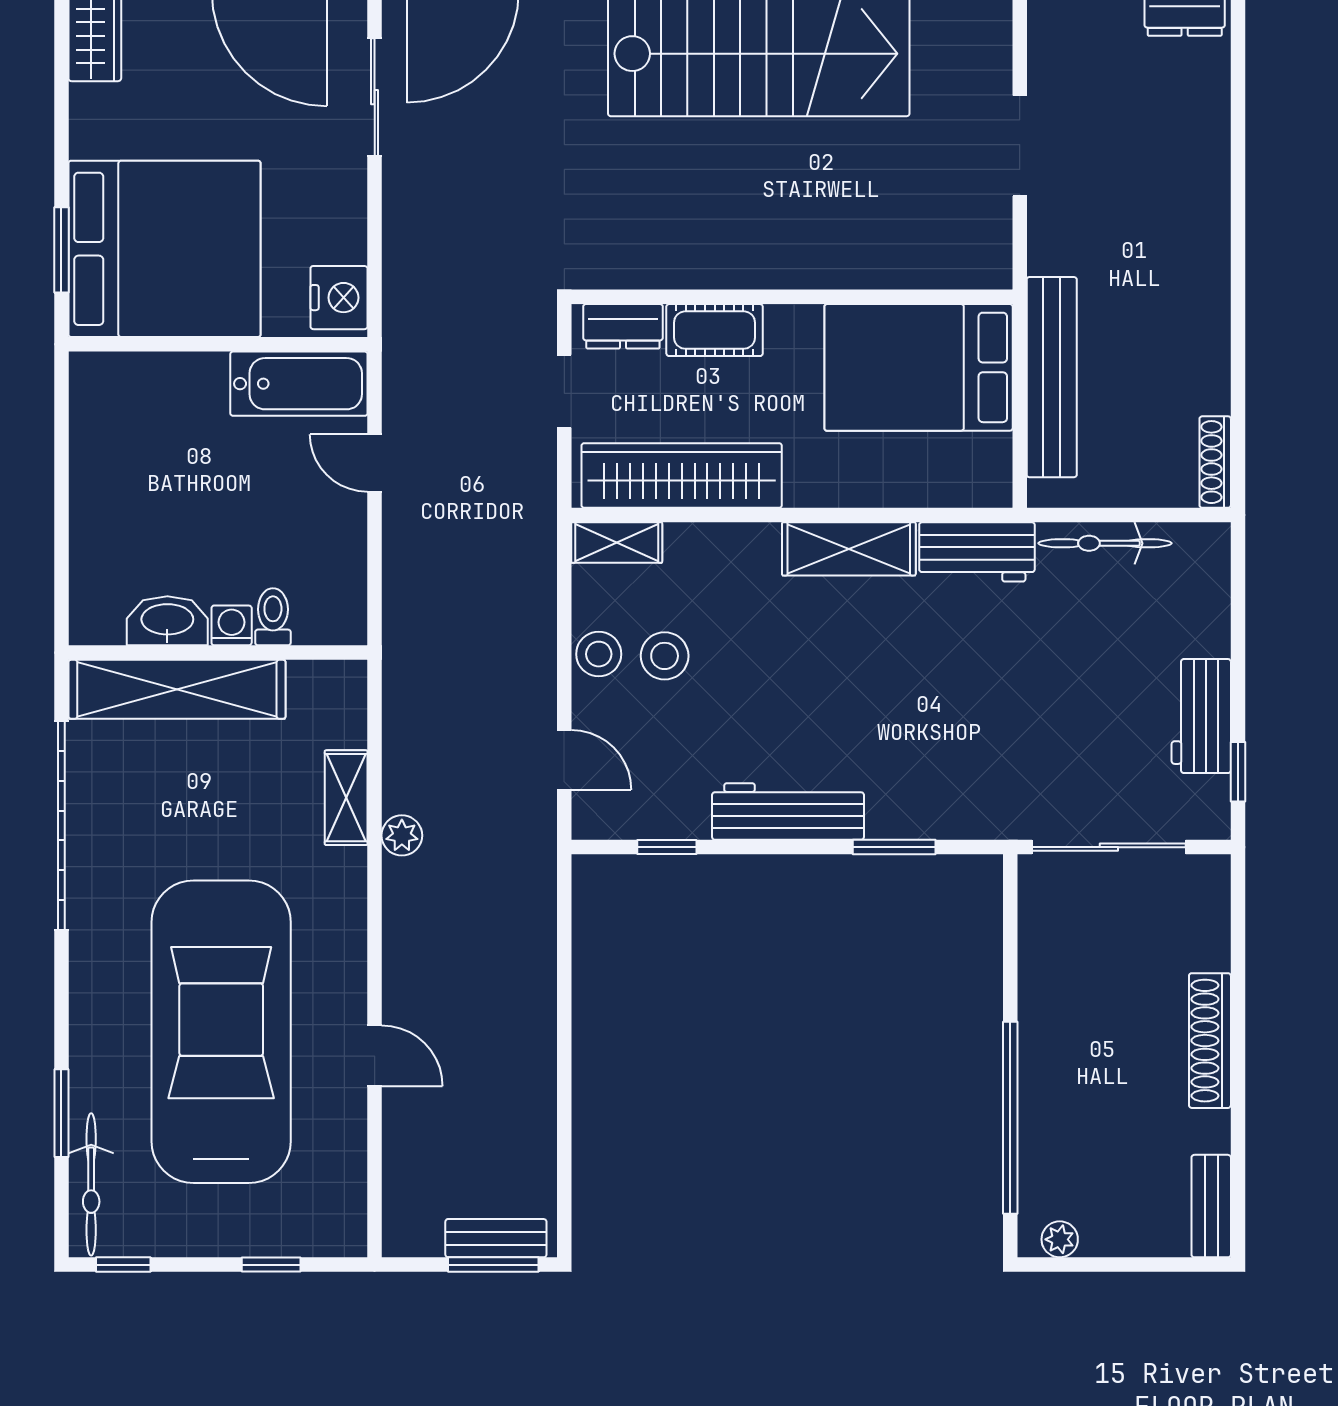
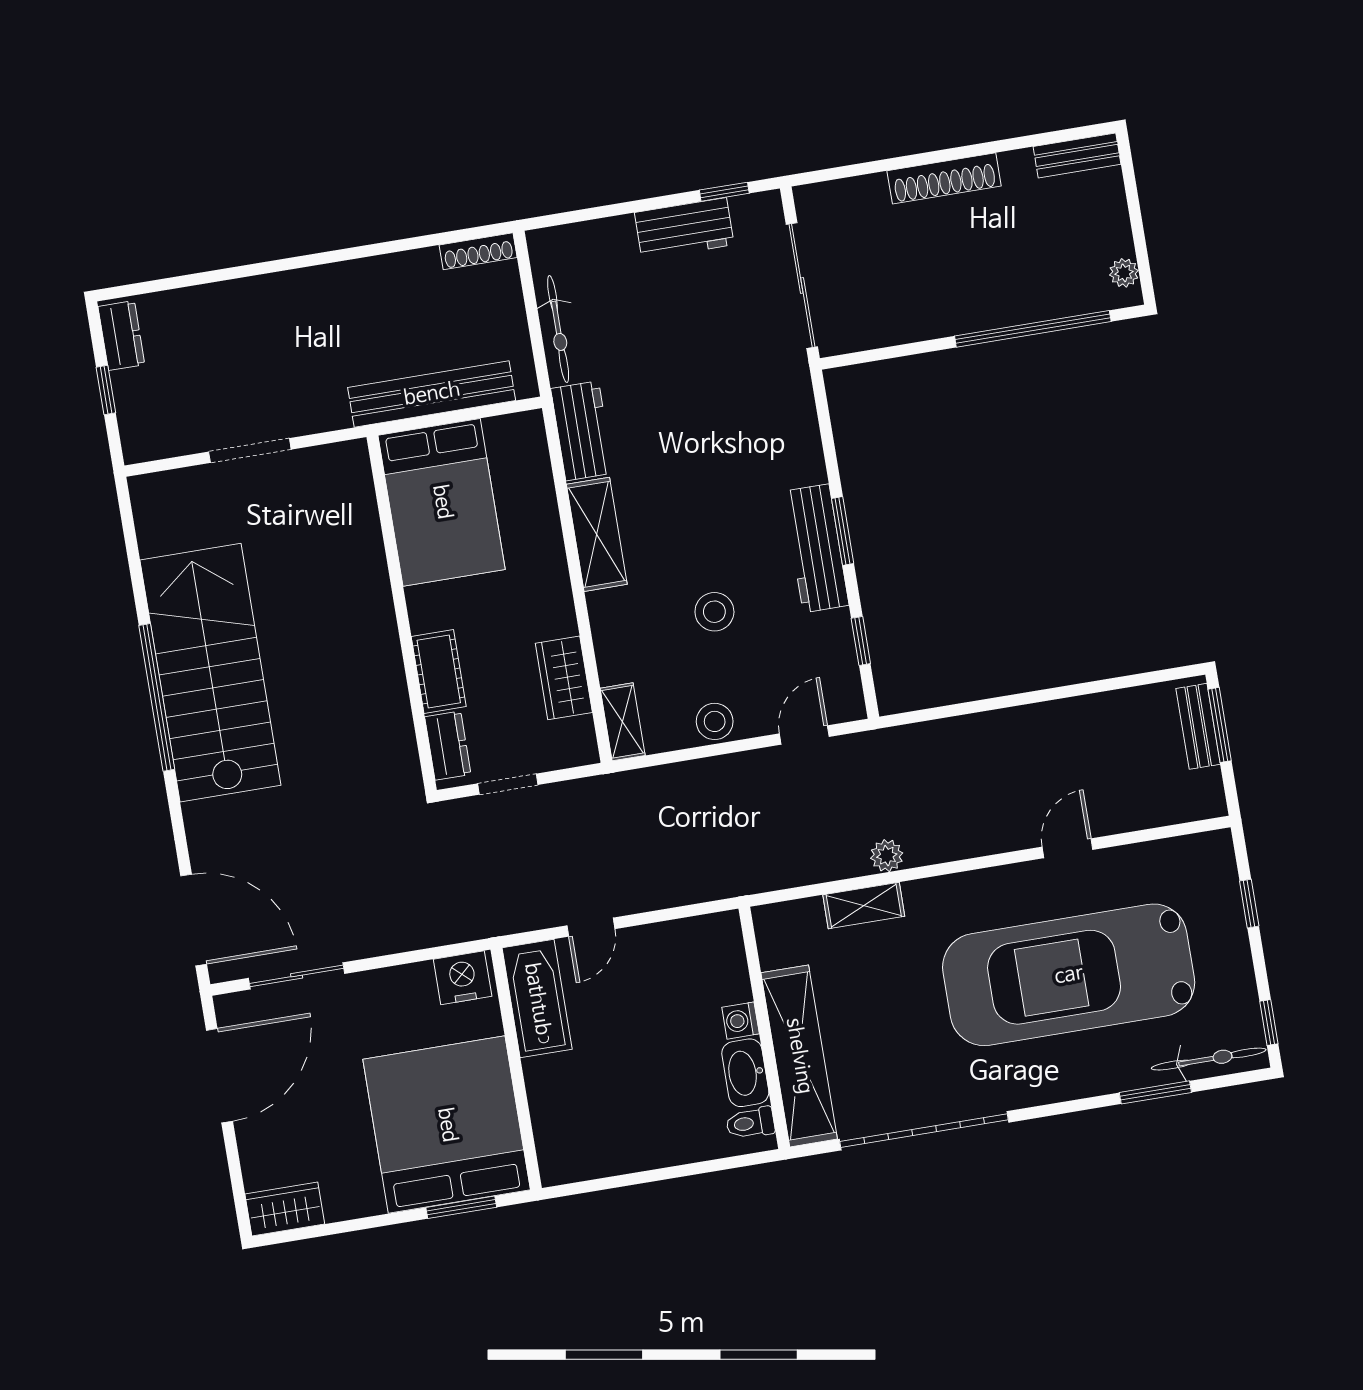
wardrobe: (682, 475) -> (564, 678), width x0.48, depth x0.85
toilet: (273, 617) -> (750, 1123), moved
stool: (665, 656) -> (714, 612), moved
window: (894, 847) -> (843, 531), moved

